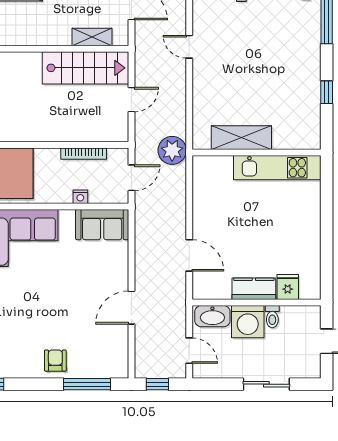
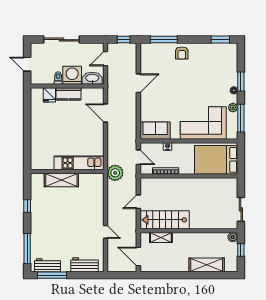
shelving: (241, 138) -> (61, 180), moved
kitchen unit: (277, 168) -> (79, 163), moved
door: (131, 178) -> (138, 157), swing flipped
door: (189, 351) -> (105, 59), hinge flipped
sliding door: (266, 384) -> (61, 40), width x1.37

